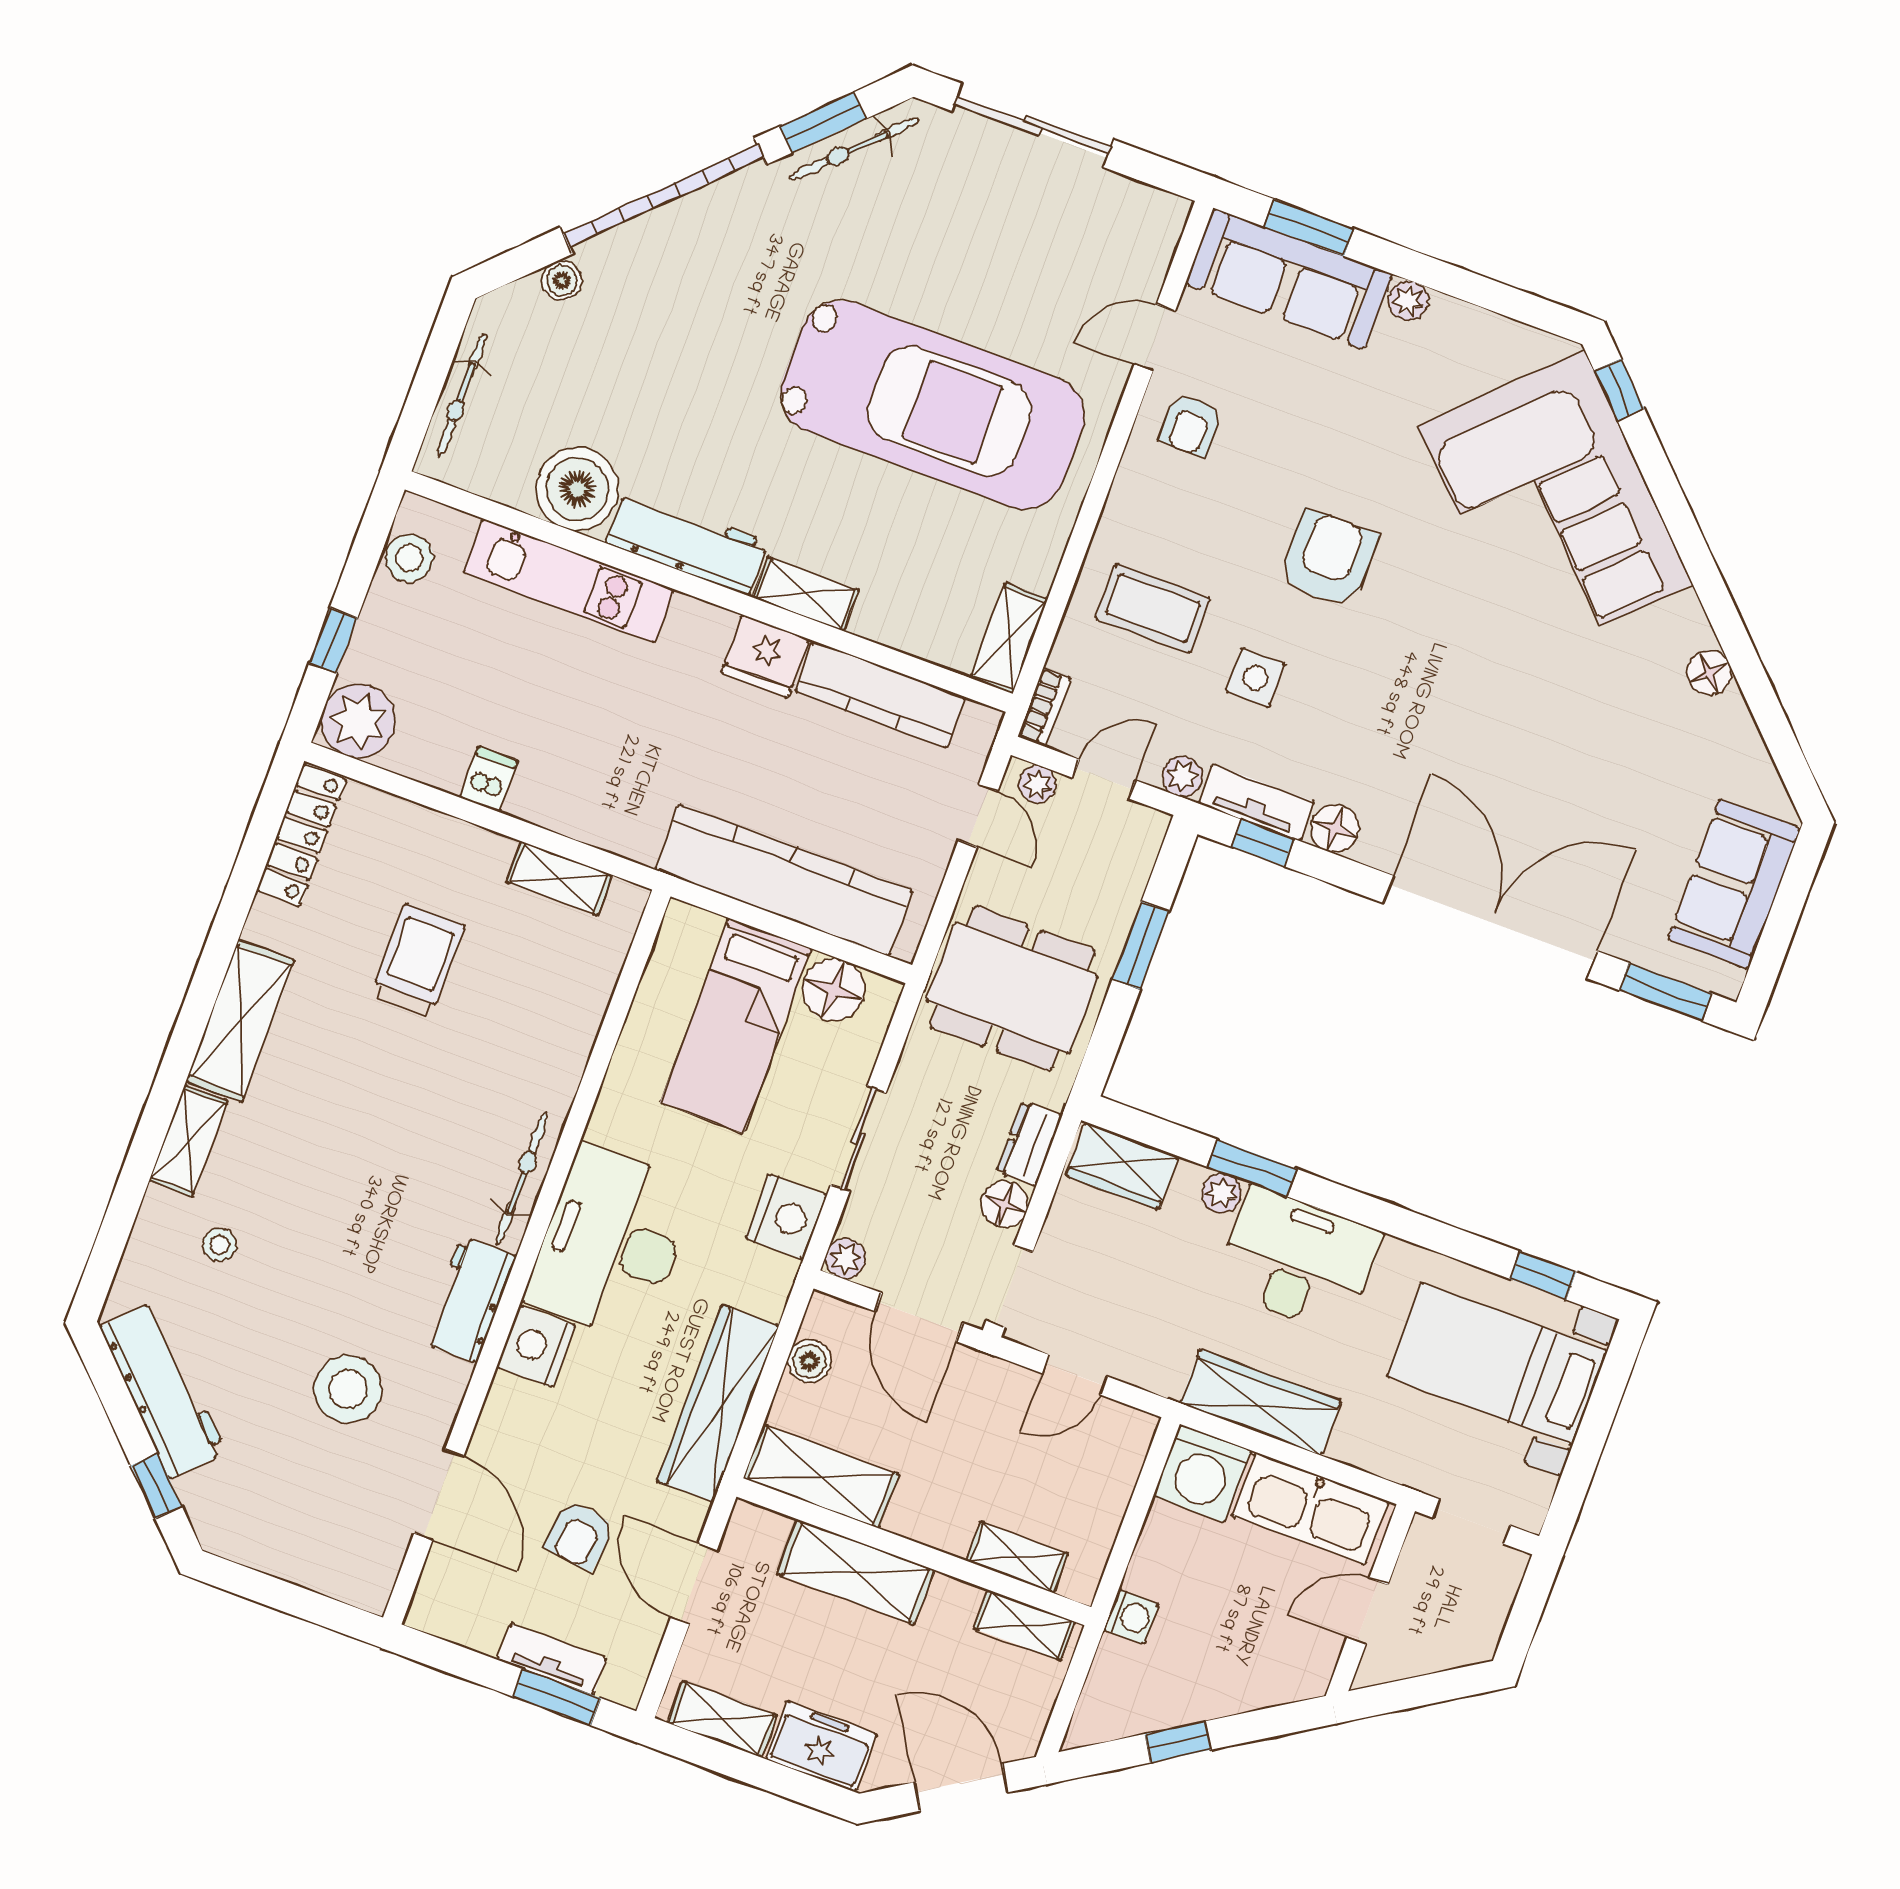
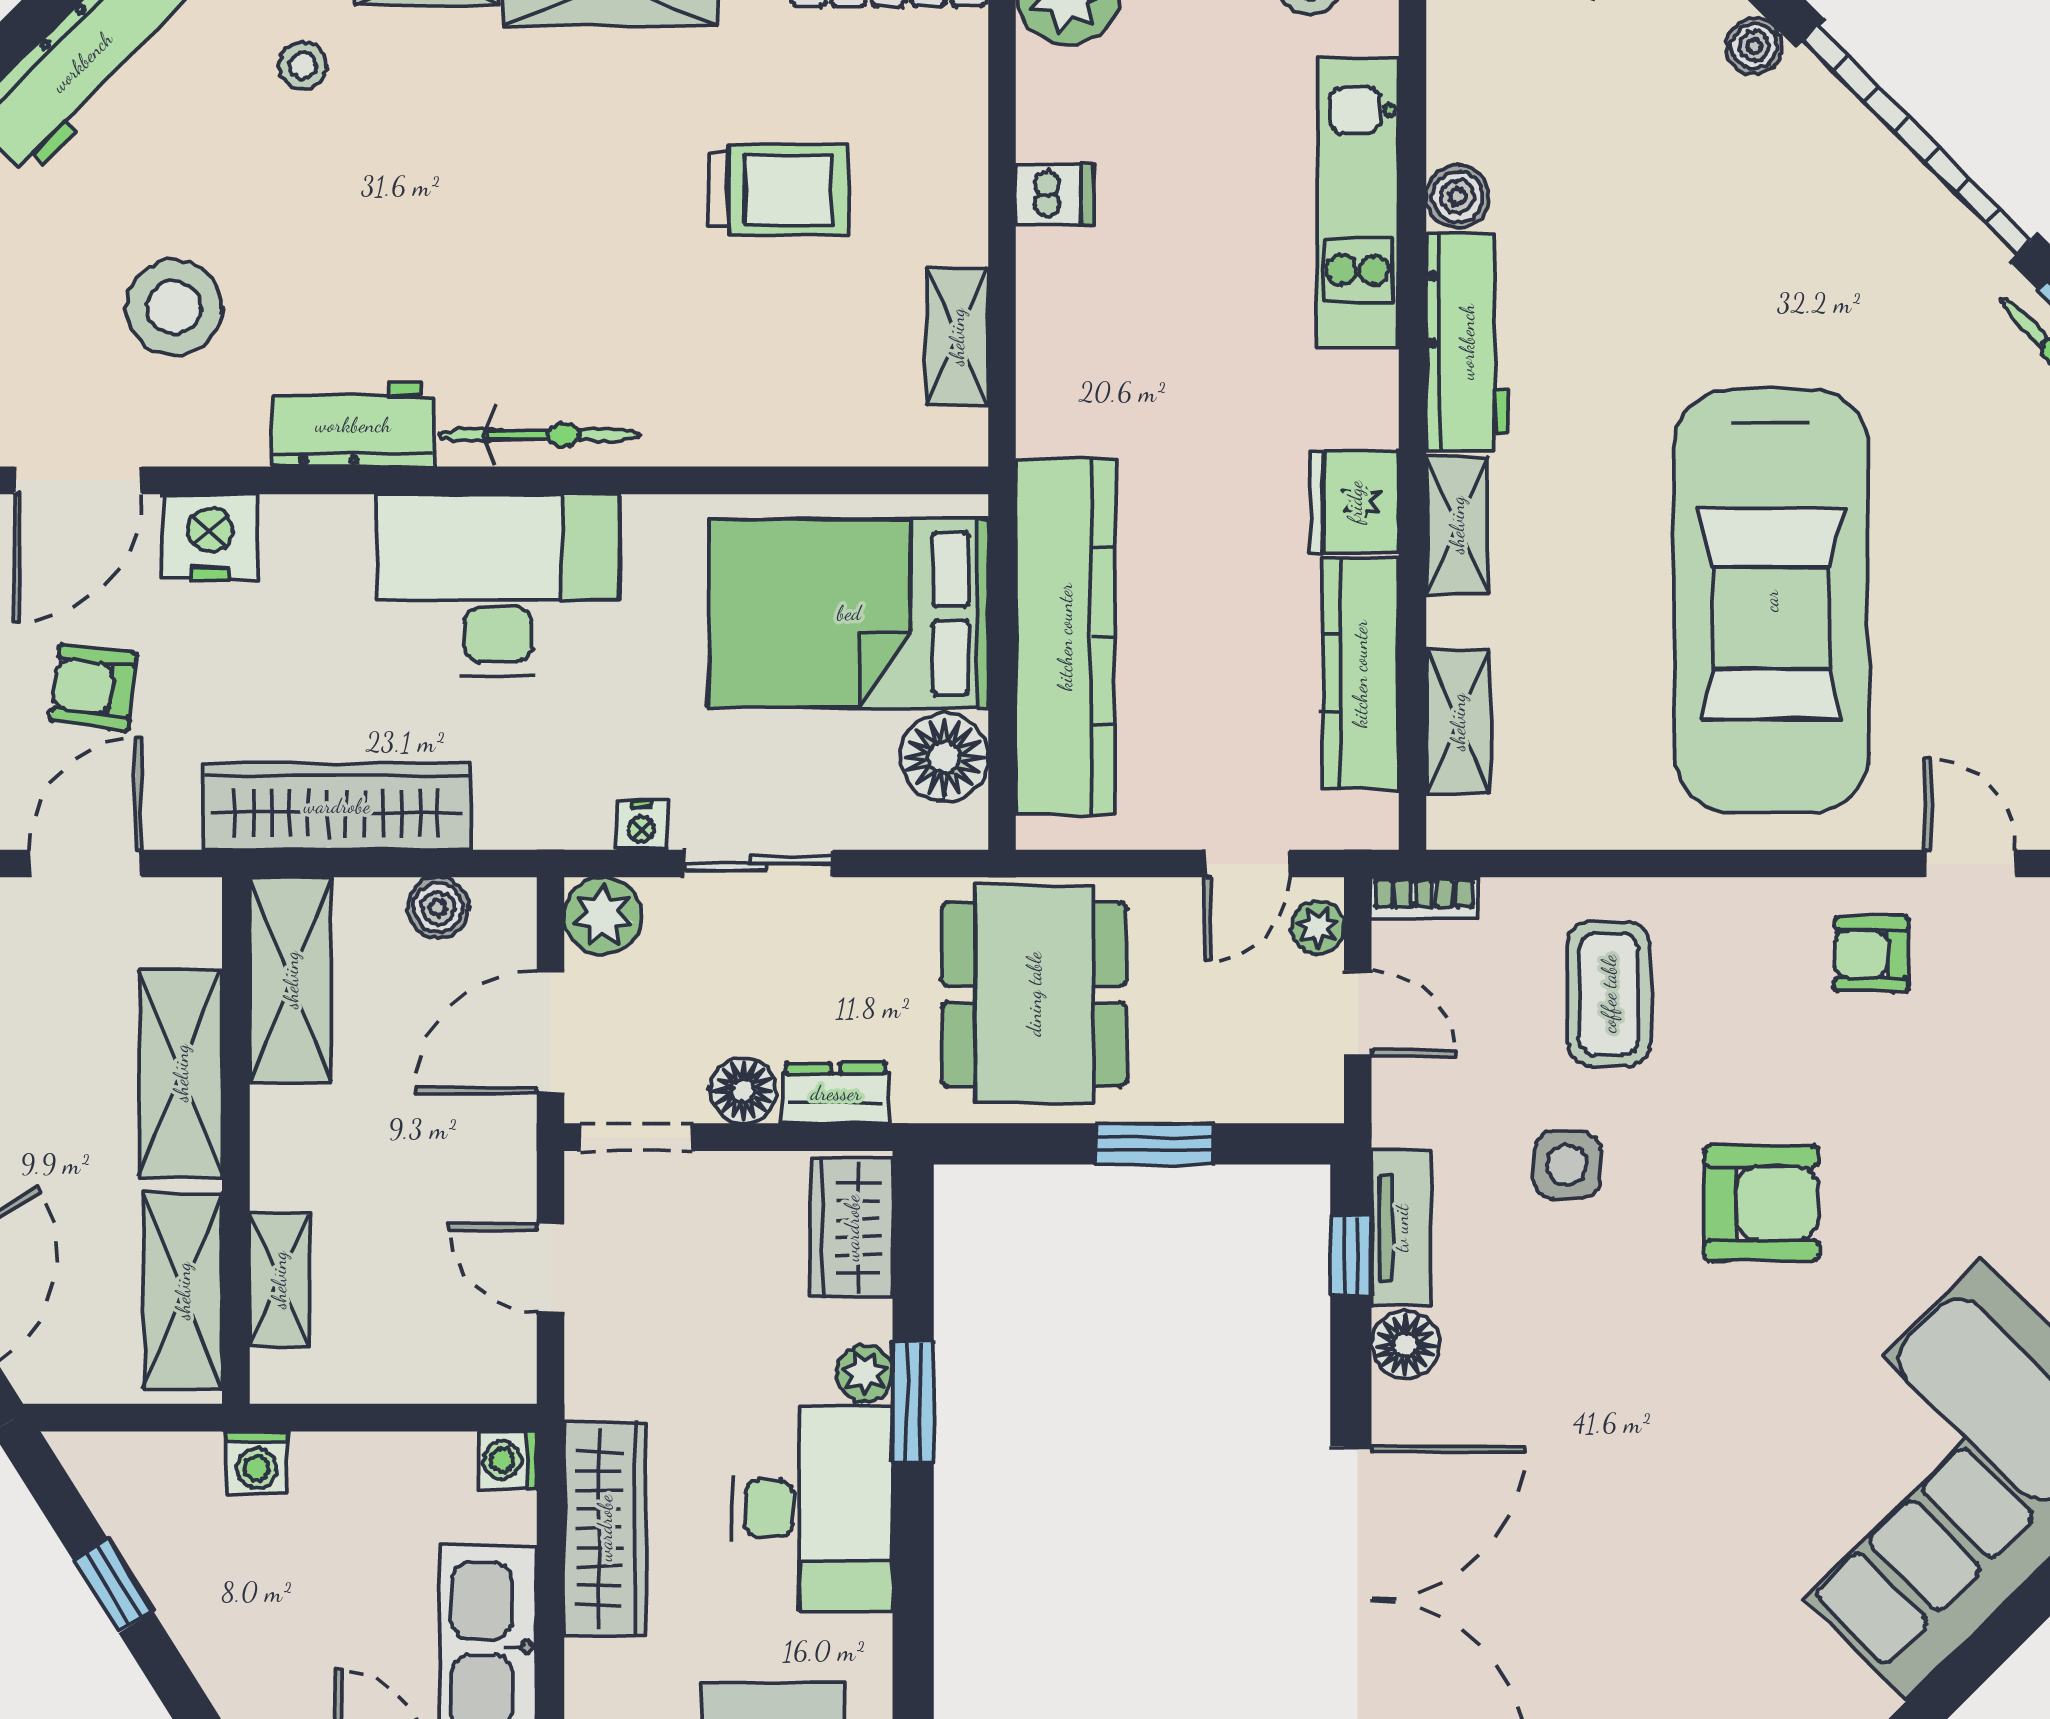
boiler: (577, 489) -> (1457, 197), width x0.54, depth x0.54
shelving: (1009, 638) -> (1458, 722), moved, turned 90
plant: (1182, 776) -> (1400, 1116), removed
bed: (736, 1025) -> (849, 613), width x1.50
nightstand: (786, 1217) -> (642, 825), width x0.53, depth x0.56
plant: (846, 1259) -> (603, 916), width x1.38, depth x1.38
nightstand: (536, 1346) -> (210, 537), moved
washing machine: (1202, 1473) -> (508, 1460), width x0.53, depth x0.53
shelving: (1024, 1625) -> (183, 1291), width x1.50, depth x1.33

